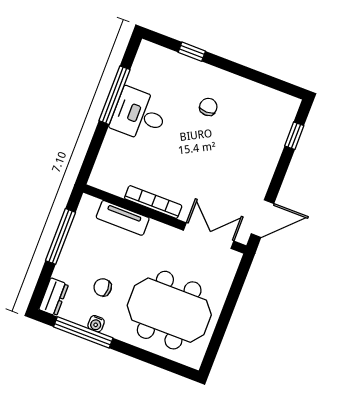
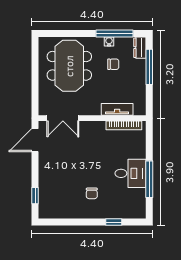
bookcase: (153, 202) -> (124, 125), moved
window: (61, 236) -> (149, 67), moved
meeting table: (169, 310) -> (69, 66), turned 90

